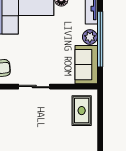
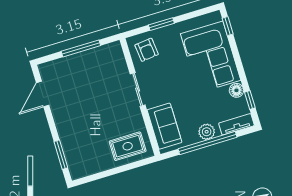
sofa: (86, 65) -> (164, 126), moved, turned 90

